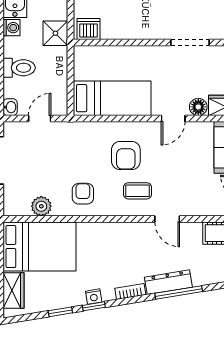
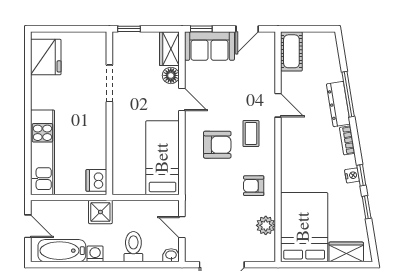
door: (167, 219) -> (278, 105), hinge flipped

